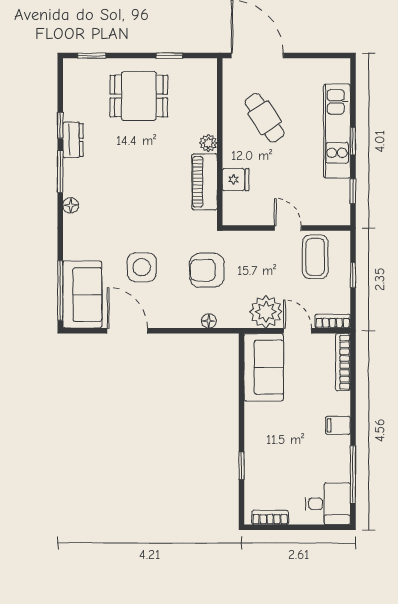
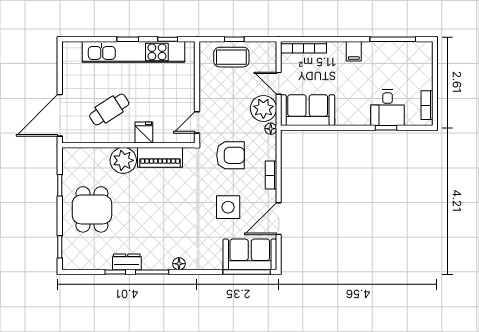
kitchen unit: (337, 131) -> (133, 52), width x1.36
plant: (208, 143) -> (123, 160), width x1.87, depth x1.87
fridge: (236, 180) -> (144, 133), moved
door: (288, 228) -> (197, 122), moved
coffee table: (315, 257) -> (231, 57), moved
armchair: (207, 270) -> (230, 155), turned -90
floor lamp: (209, 321) -> (271, 129), moved
bookcase: (333, 321) -> (271, 175), moved
door: (298, 331) -> (279, 83), hinge flipped
desk: (328, 504) -> (388, 108), moved, turned 180

